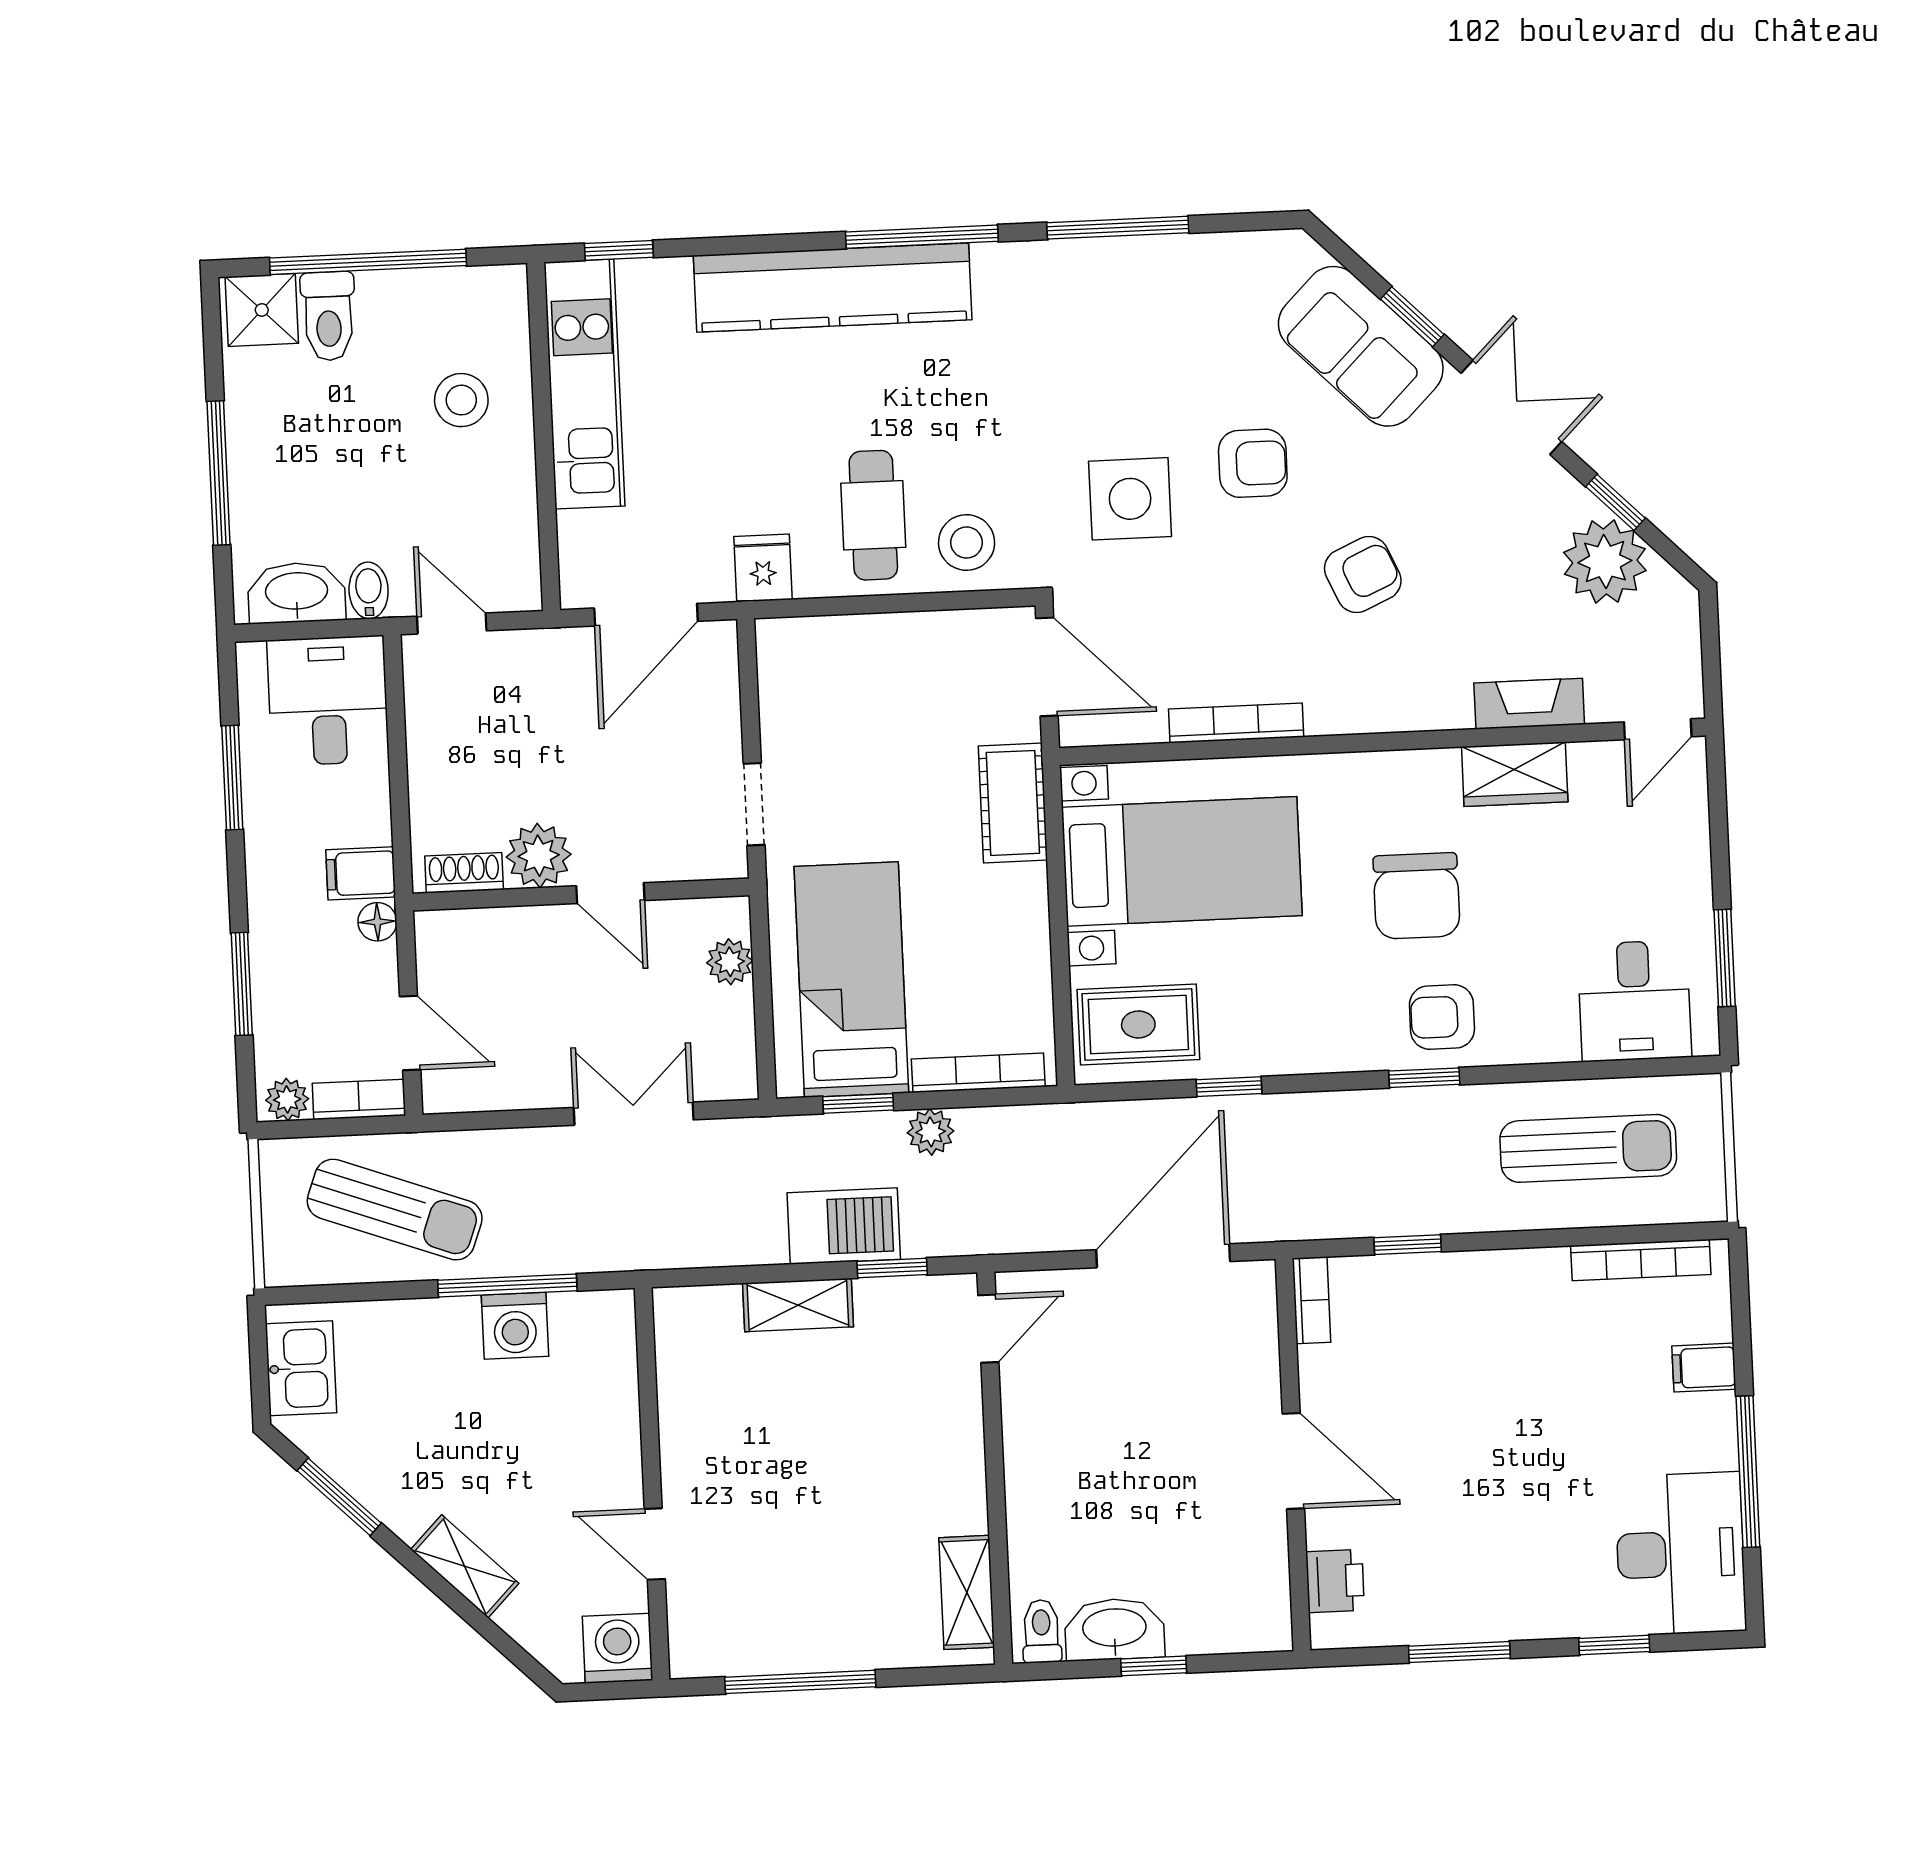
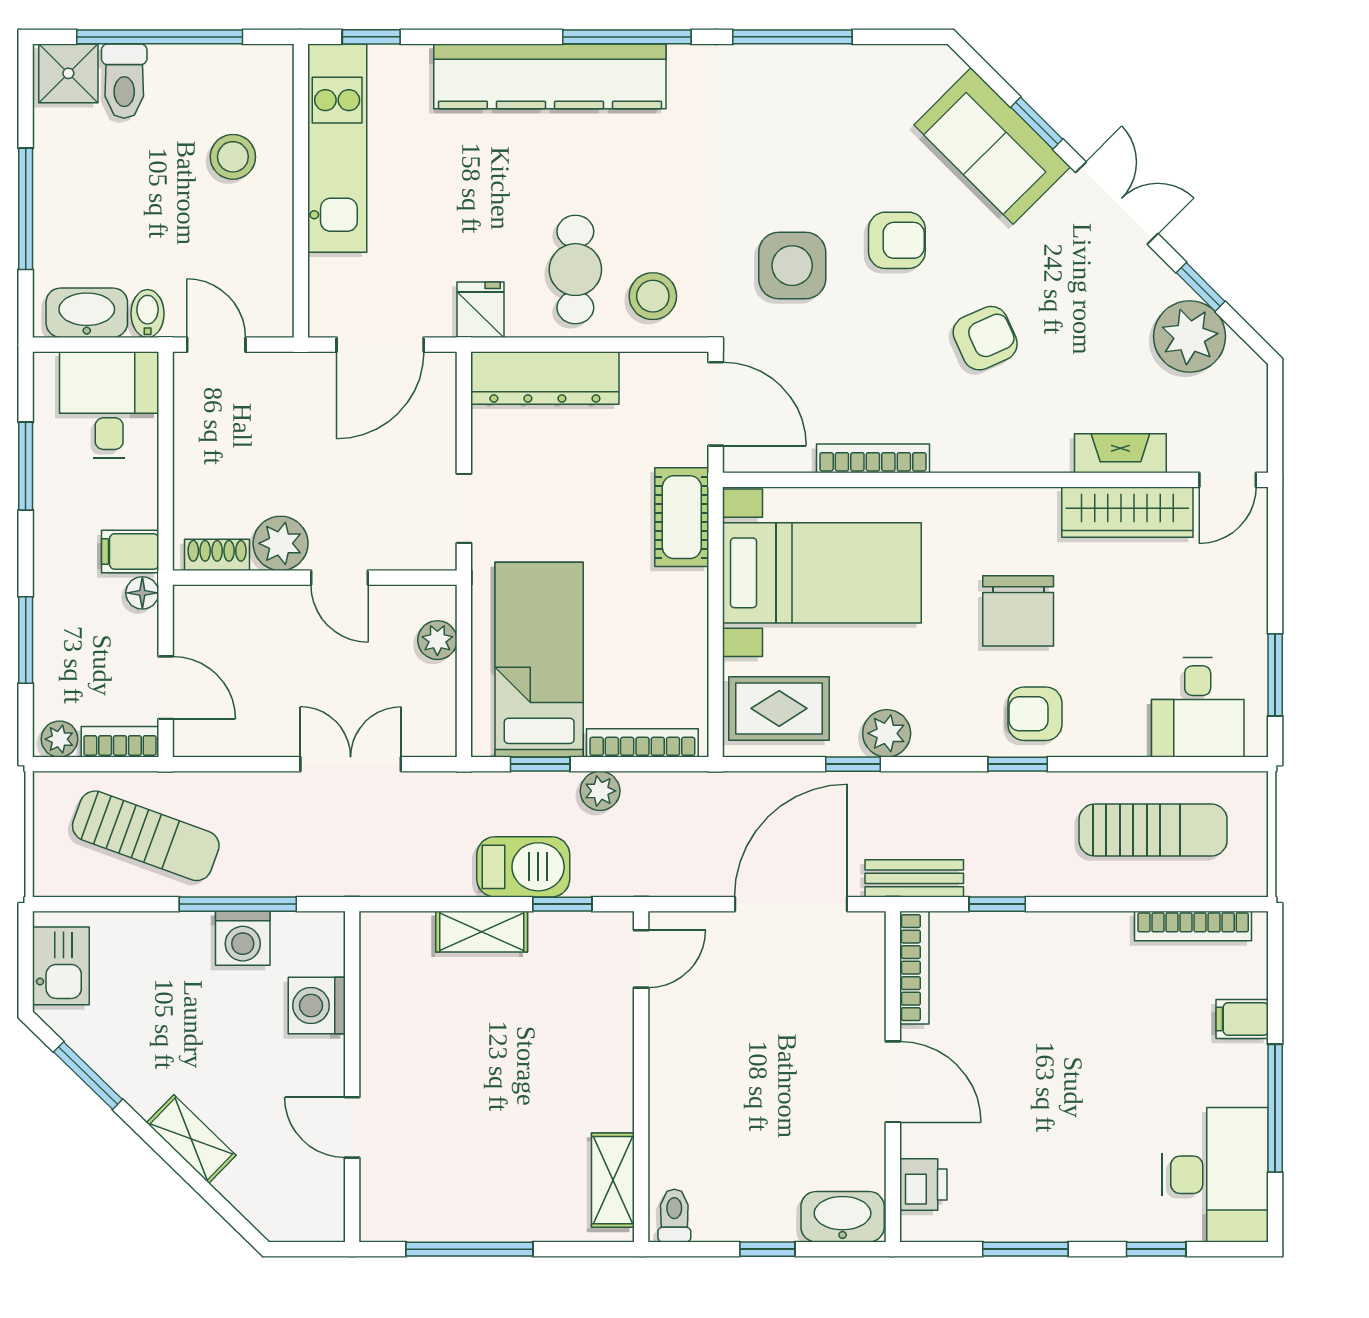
dresser: (843, 645) -> (545, 378), added
wardrobe: (1515, 774) -> (1127, 512), width x1.50
plant: (1267, 1048) -> (887, 733), added
bench: (1308, 1219) -> (914, 878), added
bookcase: (1312, 1300) -> (914, 968), width x1.56
washbasin: (1114, 1629) -> (843, 1217), moved
washing machine: (617, 1648) -> (317, 1005), moved, turned -90

